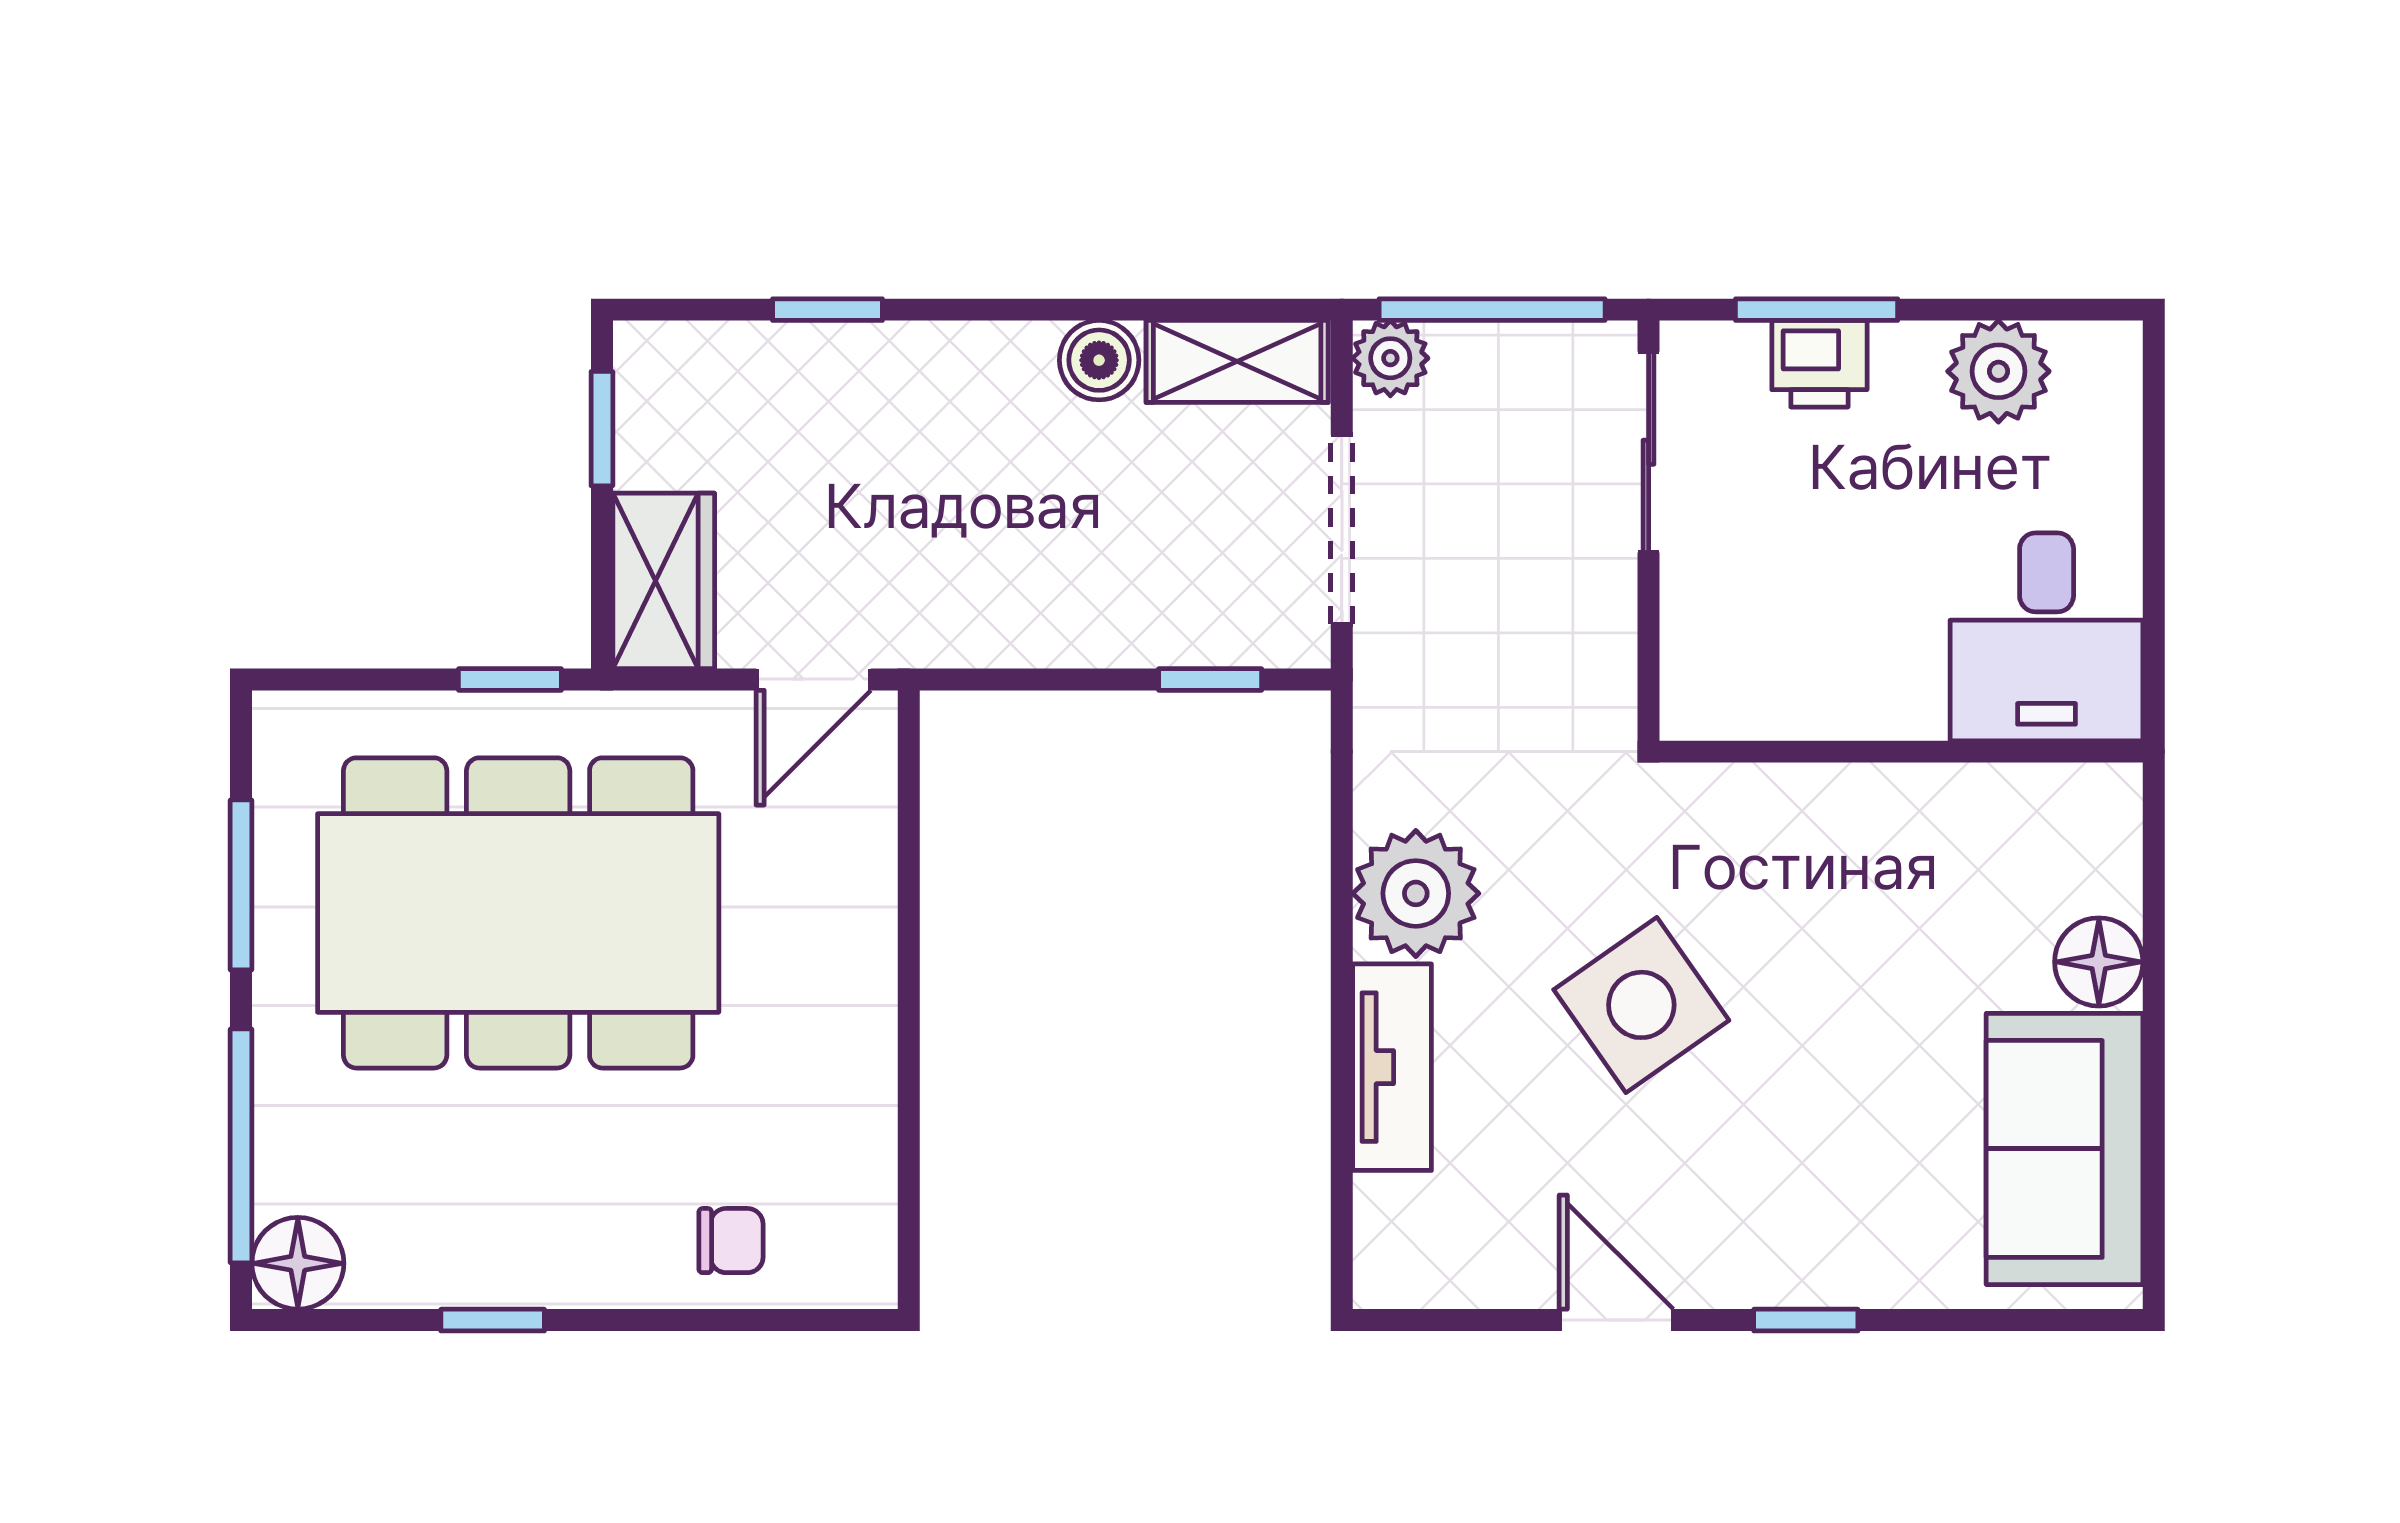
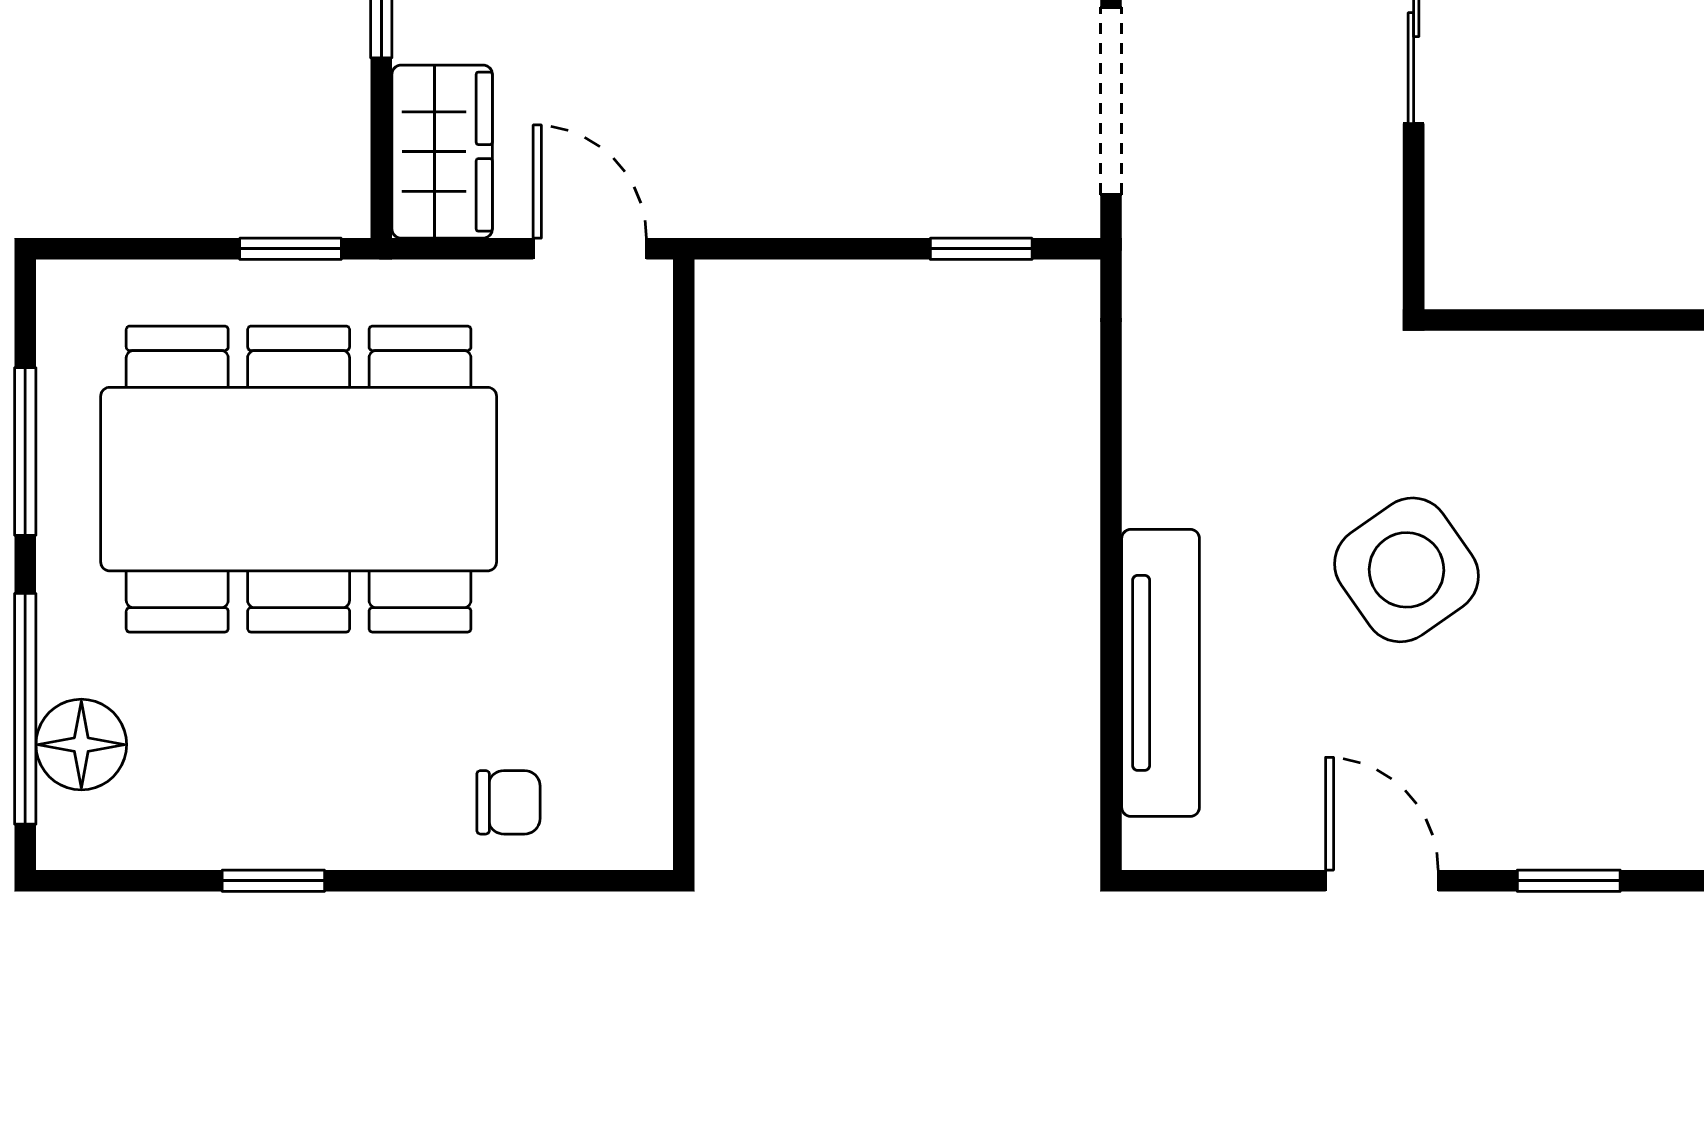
door: (813, 679) -> (590, 249), swing flipped
plant: (1416, 893) -> (1184, 460), removed
tv unit: (1392, 1067) -> (1161, 673), width x1.41
floor lamp: (298, 1263) -> (81, 745), moved

